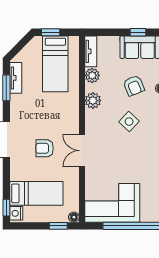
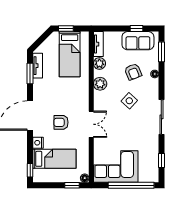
double door: (82, 151) -> (91, 124), swing flipped
nightstand: (16, 213) -> (38, 143), moved

